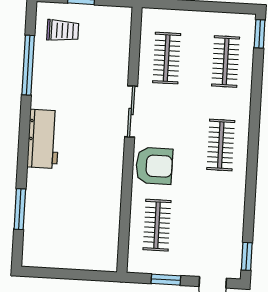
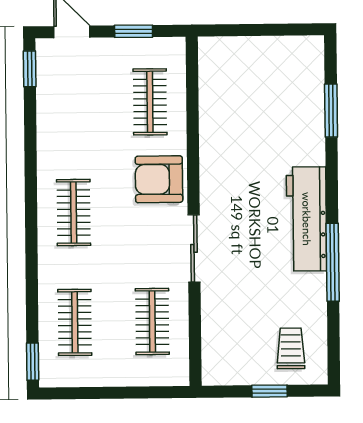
trolley: (63, 31) -> (291, 348), turned 90
window: (28, 65) -> (333, 262), moved
workbench: (43, 139) -> (307, 219), width x1.37

